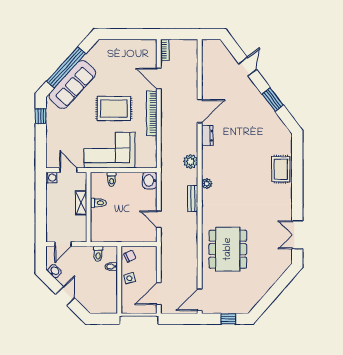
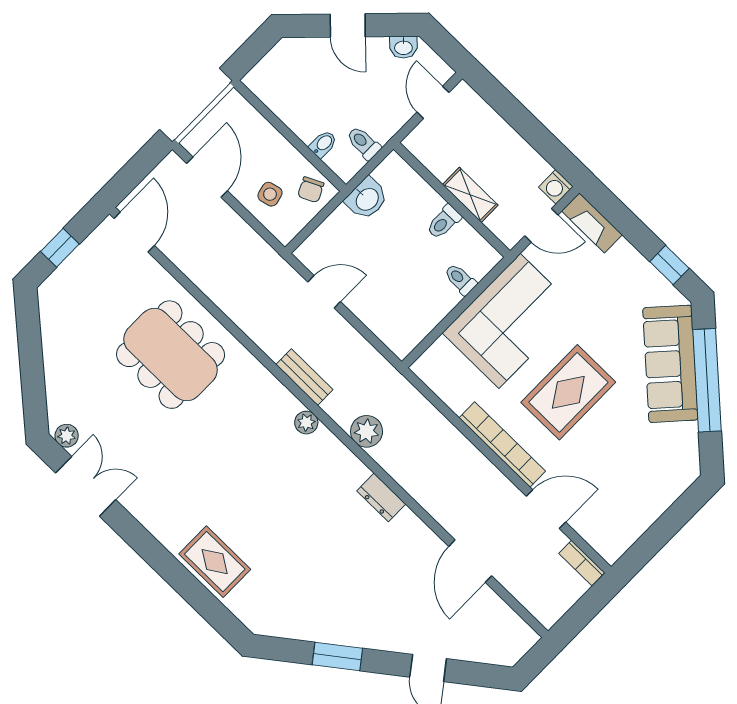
door: (200, 111) -> (470, 561), moved
fireplace: (52, 155) -> (592, 223), added
washbasin: (150, 180) -> (367, 199), moved, turned 90
plant: (287, 257) -> (67, 436), added
side table: (129, 278) -> (270, 194), moved

